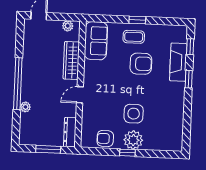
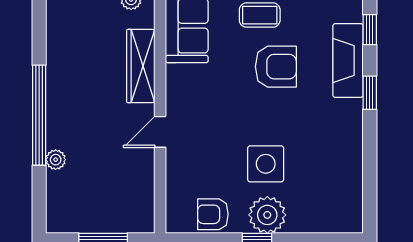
dresser: (70, 132) -> (144, 205), removed

